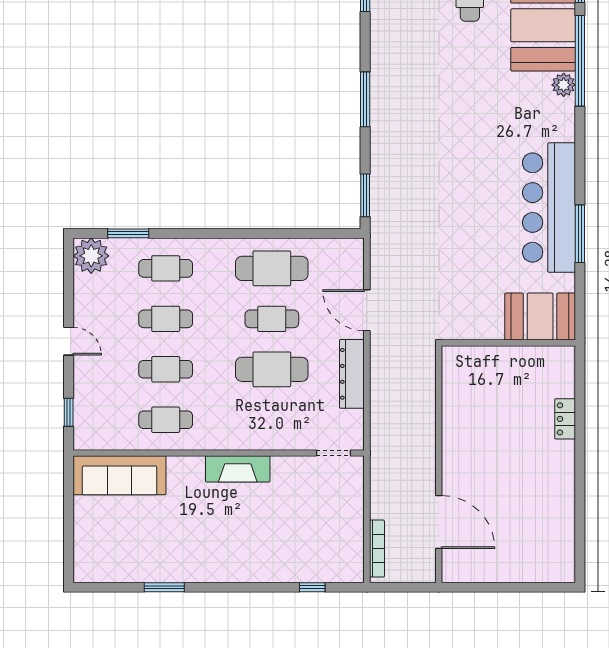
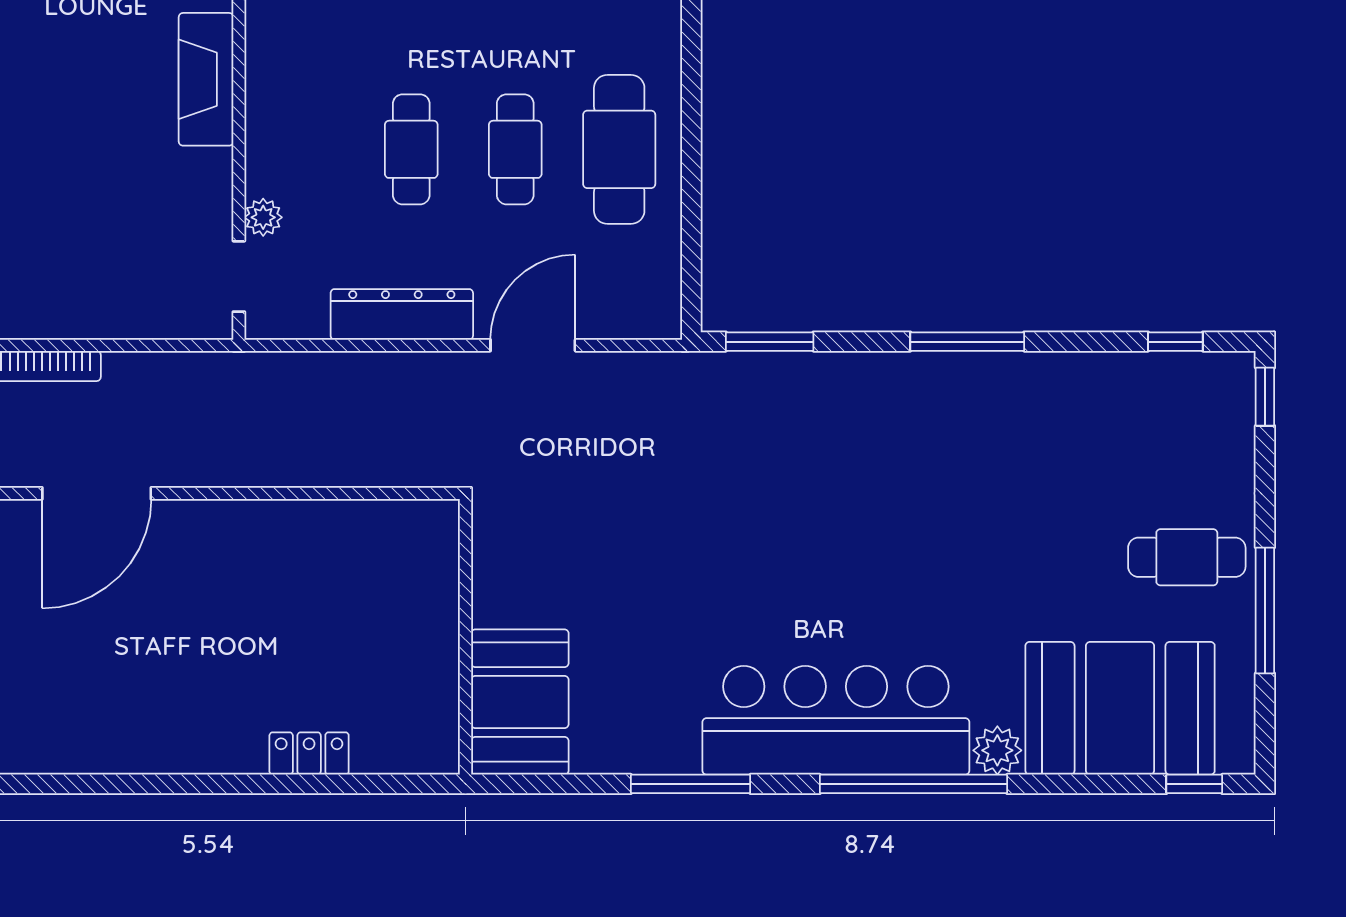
window: (580, 61) -> (914, 784), moved
bar counter: (549, 208) -> (836, 720), moved
cafe table: (272, 369) -> (411, 149), width x0.73, depth x0.74
plant: (305, 441) -> (263, 217), added

